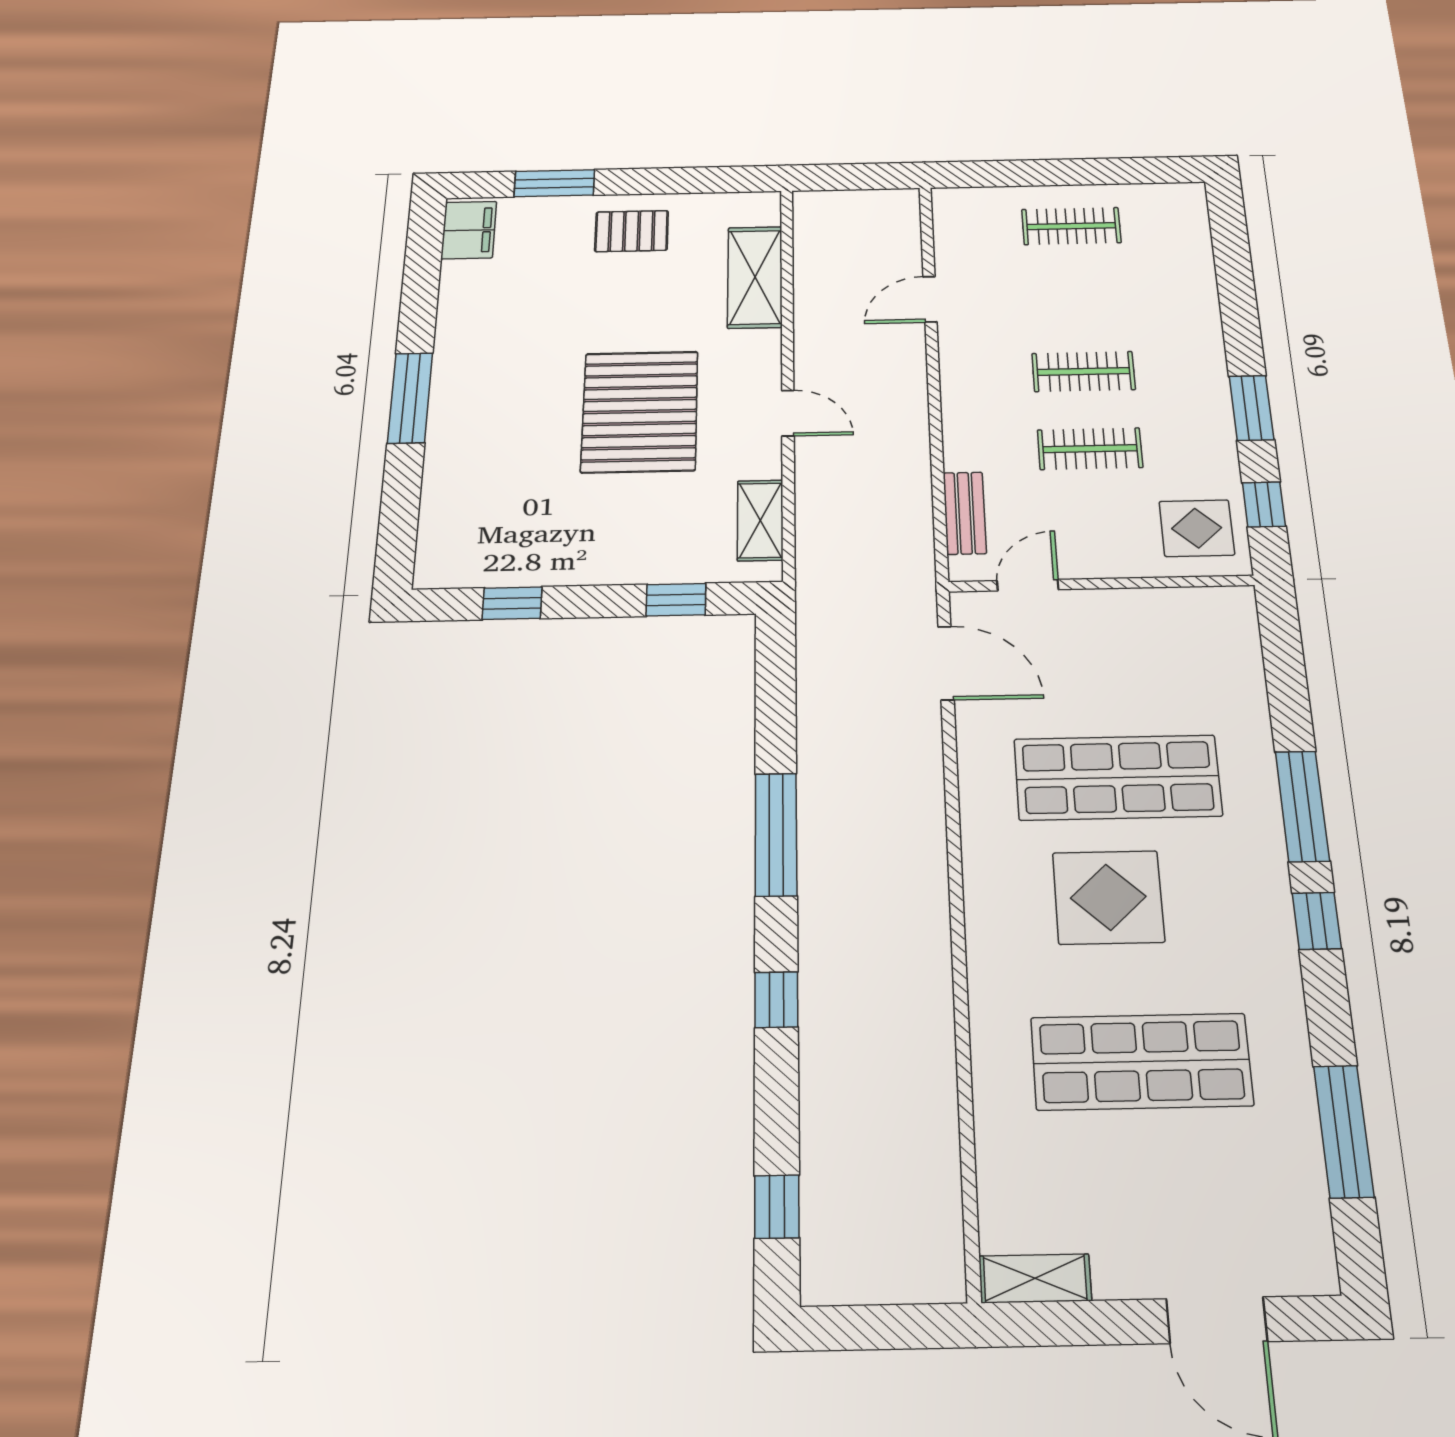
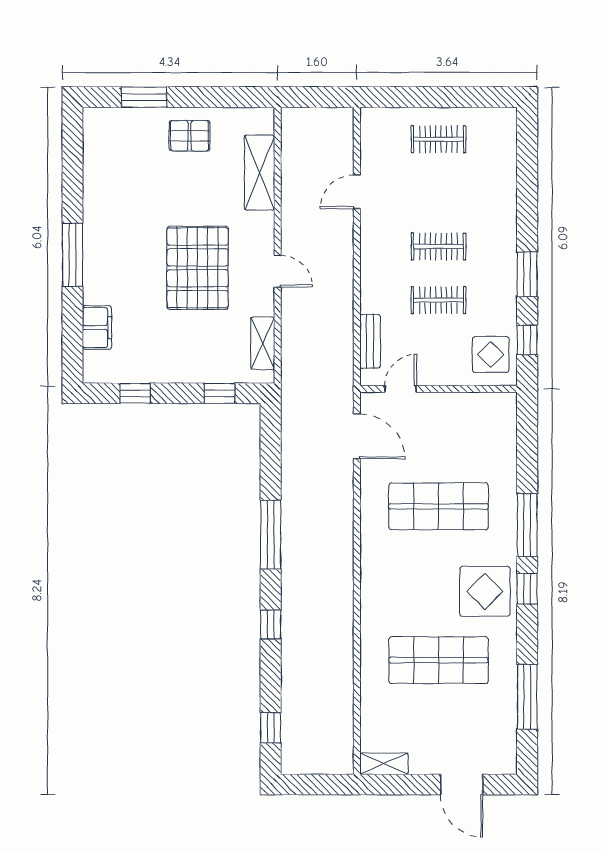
filing cabinet: (469, 230) -> (97, 328), moved
display table: (1108, 897) -> (485, 591), moved

